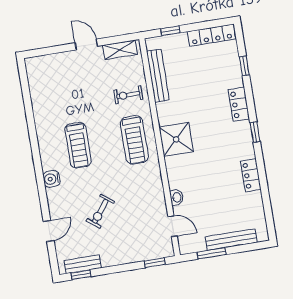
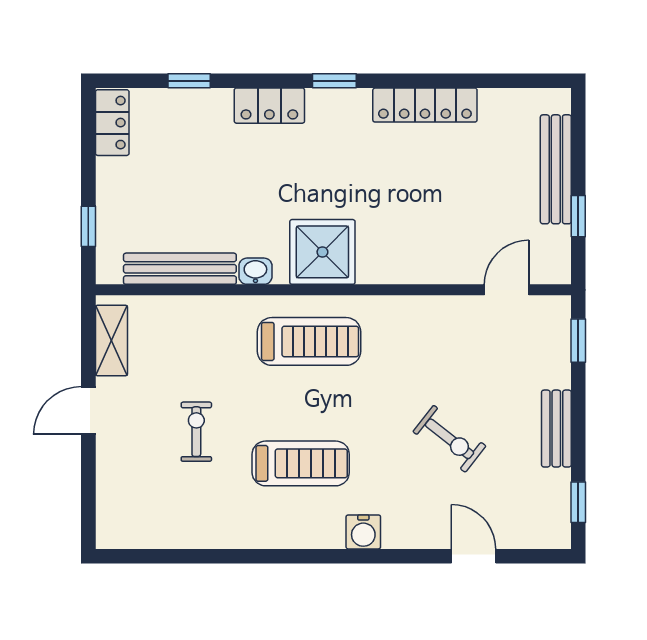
locker: (211, 35) -> (112, 123), width x0.66
exercise bike: (128, 95) -> (196, 432), moved, turned 180
locker: (251, 175) -> (425, 105), width x1.53
washbasin: (177, 197) -> (255, 271), moved
window: (212, 253) -> (578, 216), width x0.67
bench: (83, 264) -> (556, 429), moved

